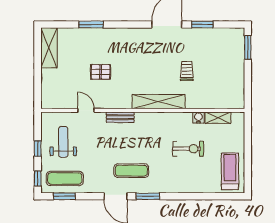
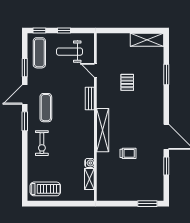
door: (86, 110) -> (95, 70), swing flipped
weight bench: (63, 142) -> (69, 52), turned 180
exercise bike: (188, 149) -> (42, 143), moved
window: (64, 196) -> (25, 68), moved

